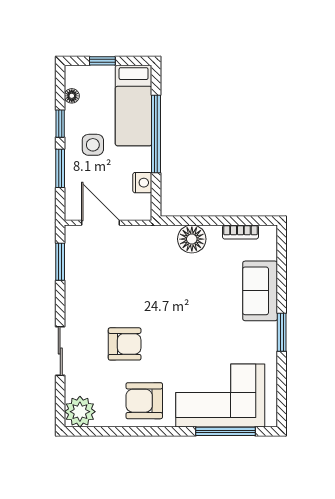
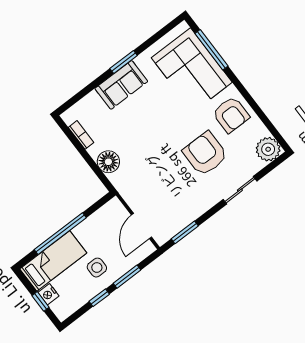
floor lamp: (72, 96) -> (77, 304), removed
nightstand: (142, 183) -> (48, 294), moved, turned -90
sofa: (260, 291) -> (121, 85), moved
armchair: (125, 344) -> (205, 154), width x1.36, depth x1.36

